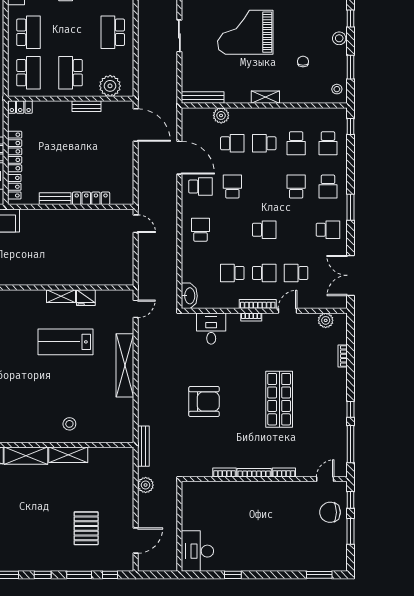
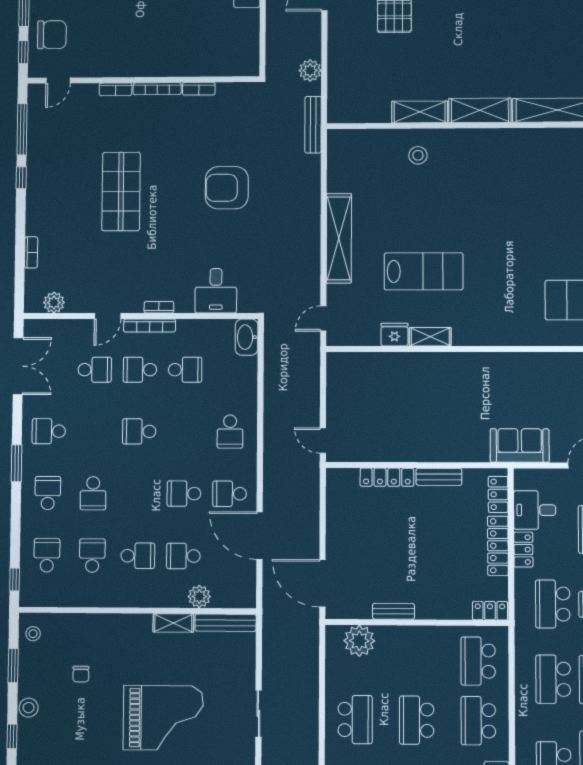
school desk: (71, 73) -> (417, 720), moved, turned 180
shelving: (265, 97) -> (173, 623), moved
school desk: (232, 187) -> (184, 494), turned 90

